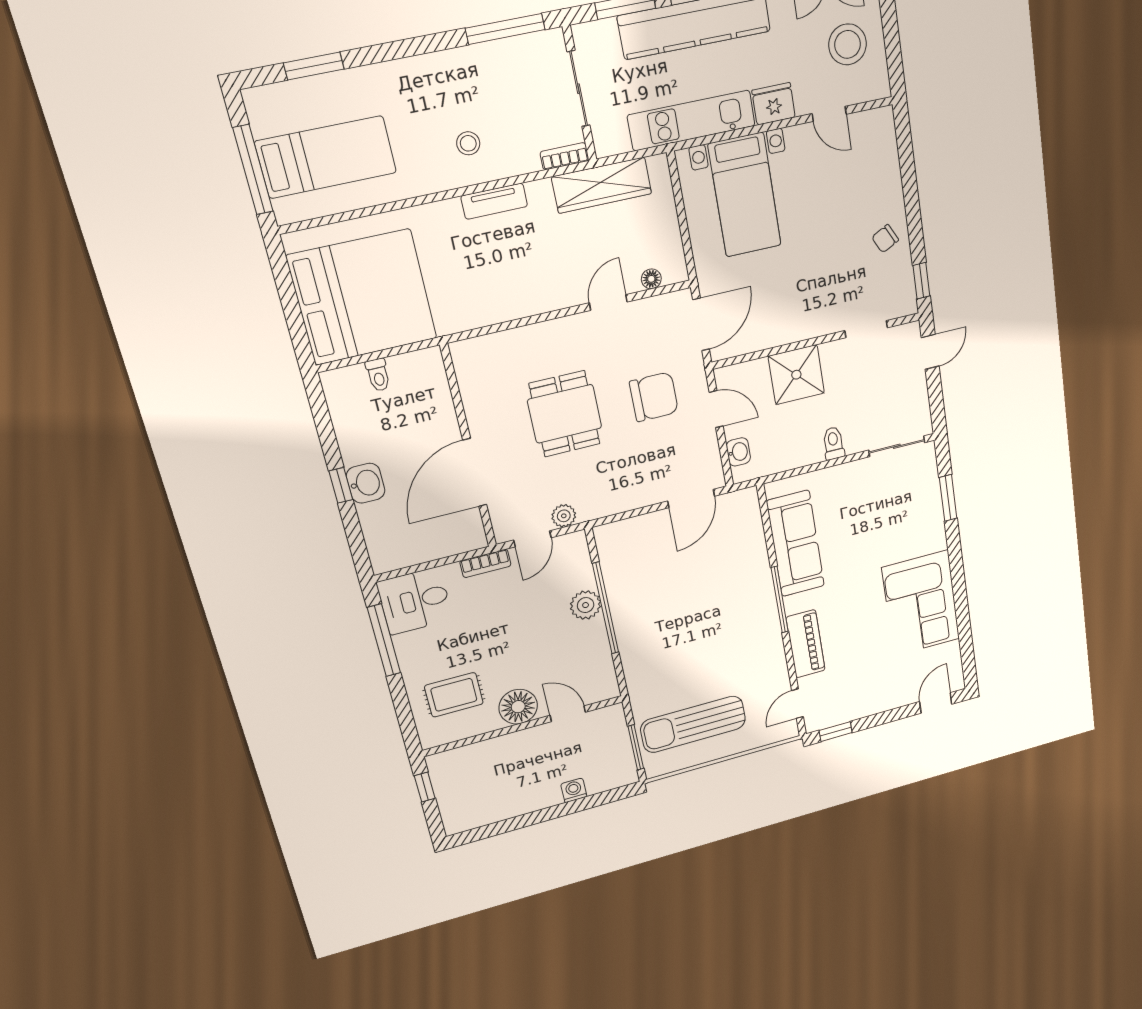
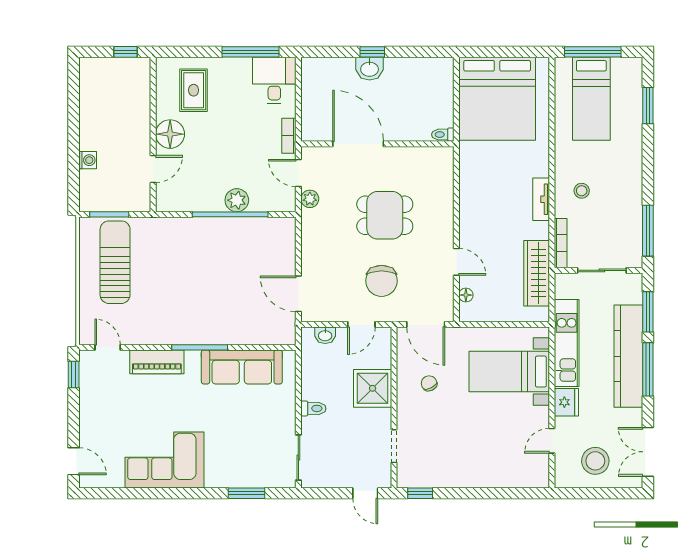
bookcase: (564, 156) -> (561, 243), width x1.56
chair: (885, 239) -> (429, 383), moved
toilet: (378, 375) -> (443, 135), moved

